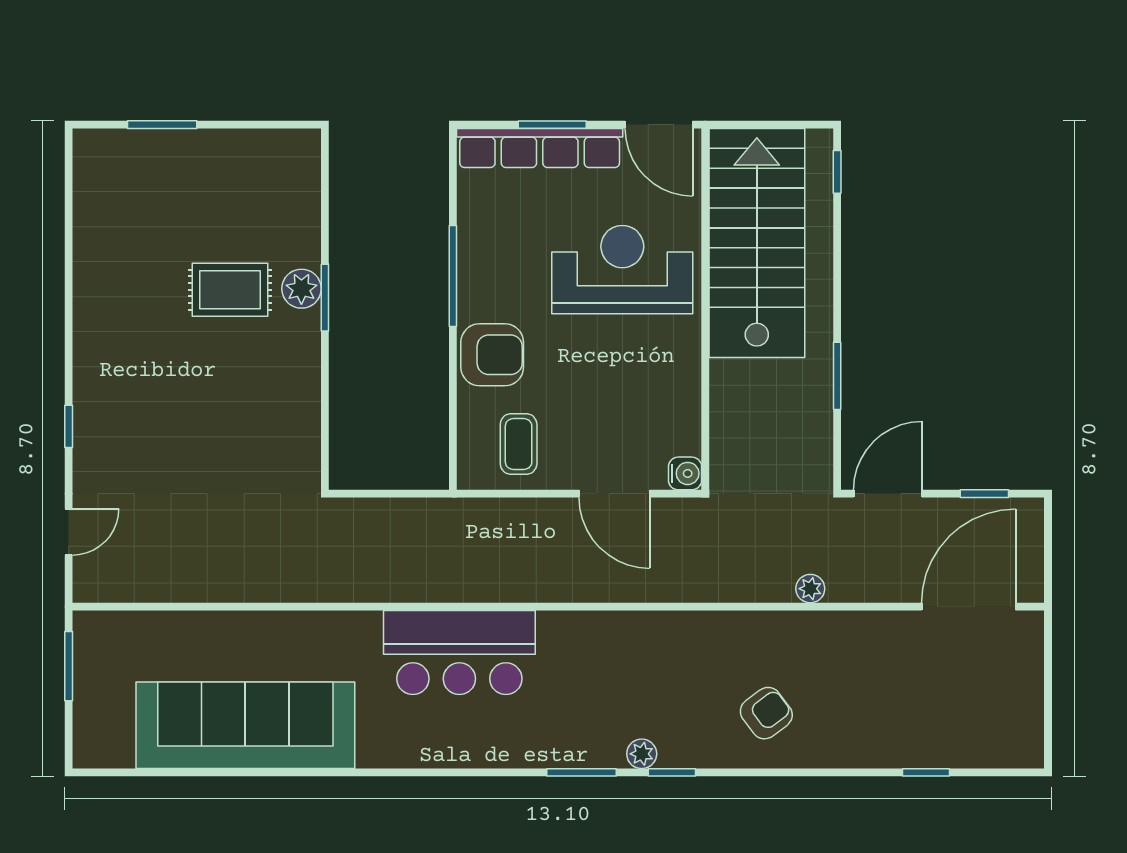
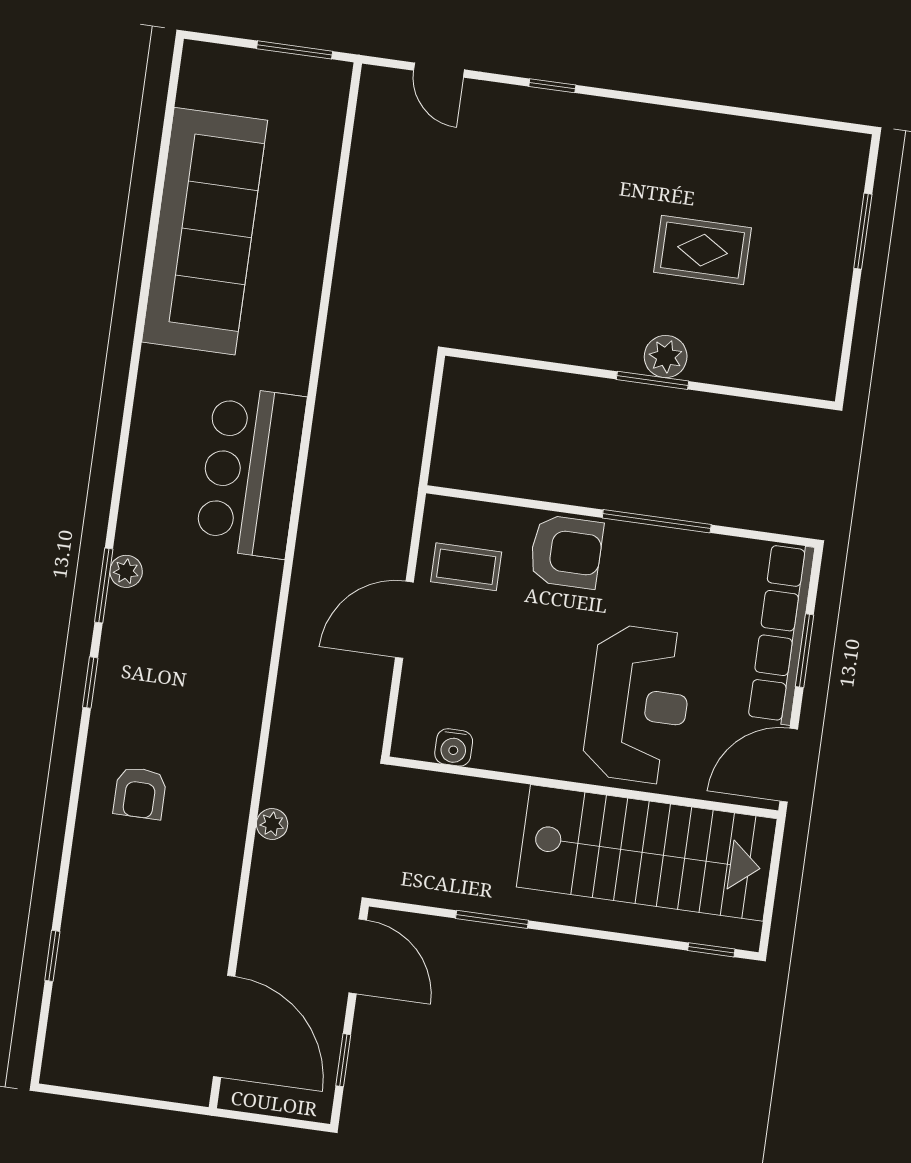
rug: (230, 290) -> (702, 250), moved, turned 90
armchair: (492, 355) -> (566, 552), turned -90
water cooler: (685, 473) -> (454, 747), moved
door: (614, 494) -> (404, 620), moved
plant: (810, 589) -> (272, 824), moved
armchair: (766, 713) -> (140, 793), turned 37
plant: (642, 754) -> (126, 571), moved

